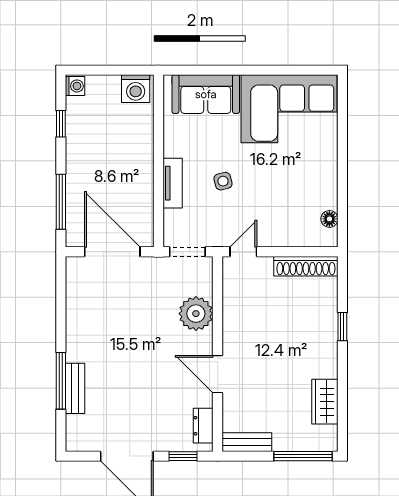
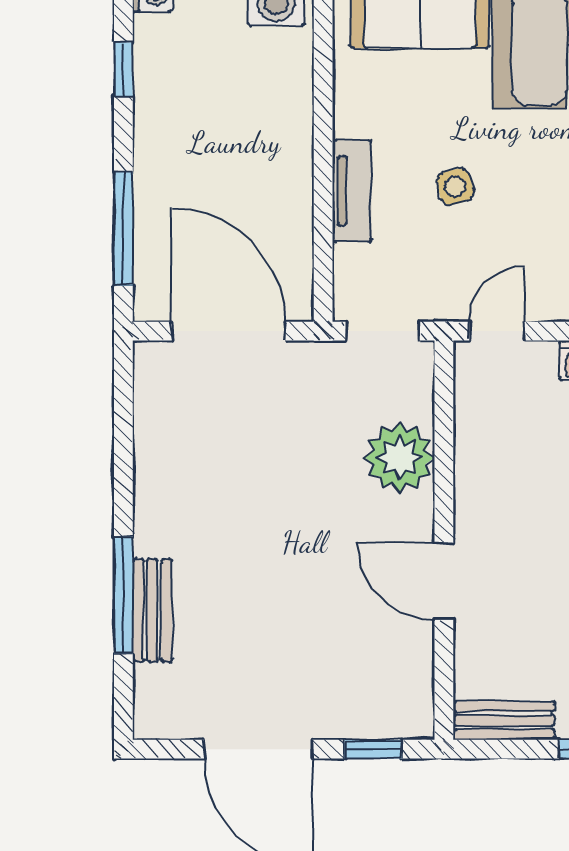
dresser: (203, 426) -> (414, 687), removed

